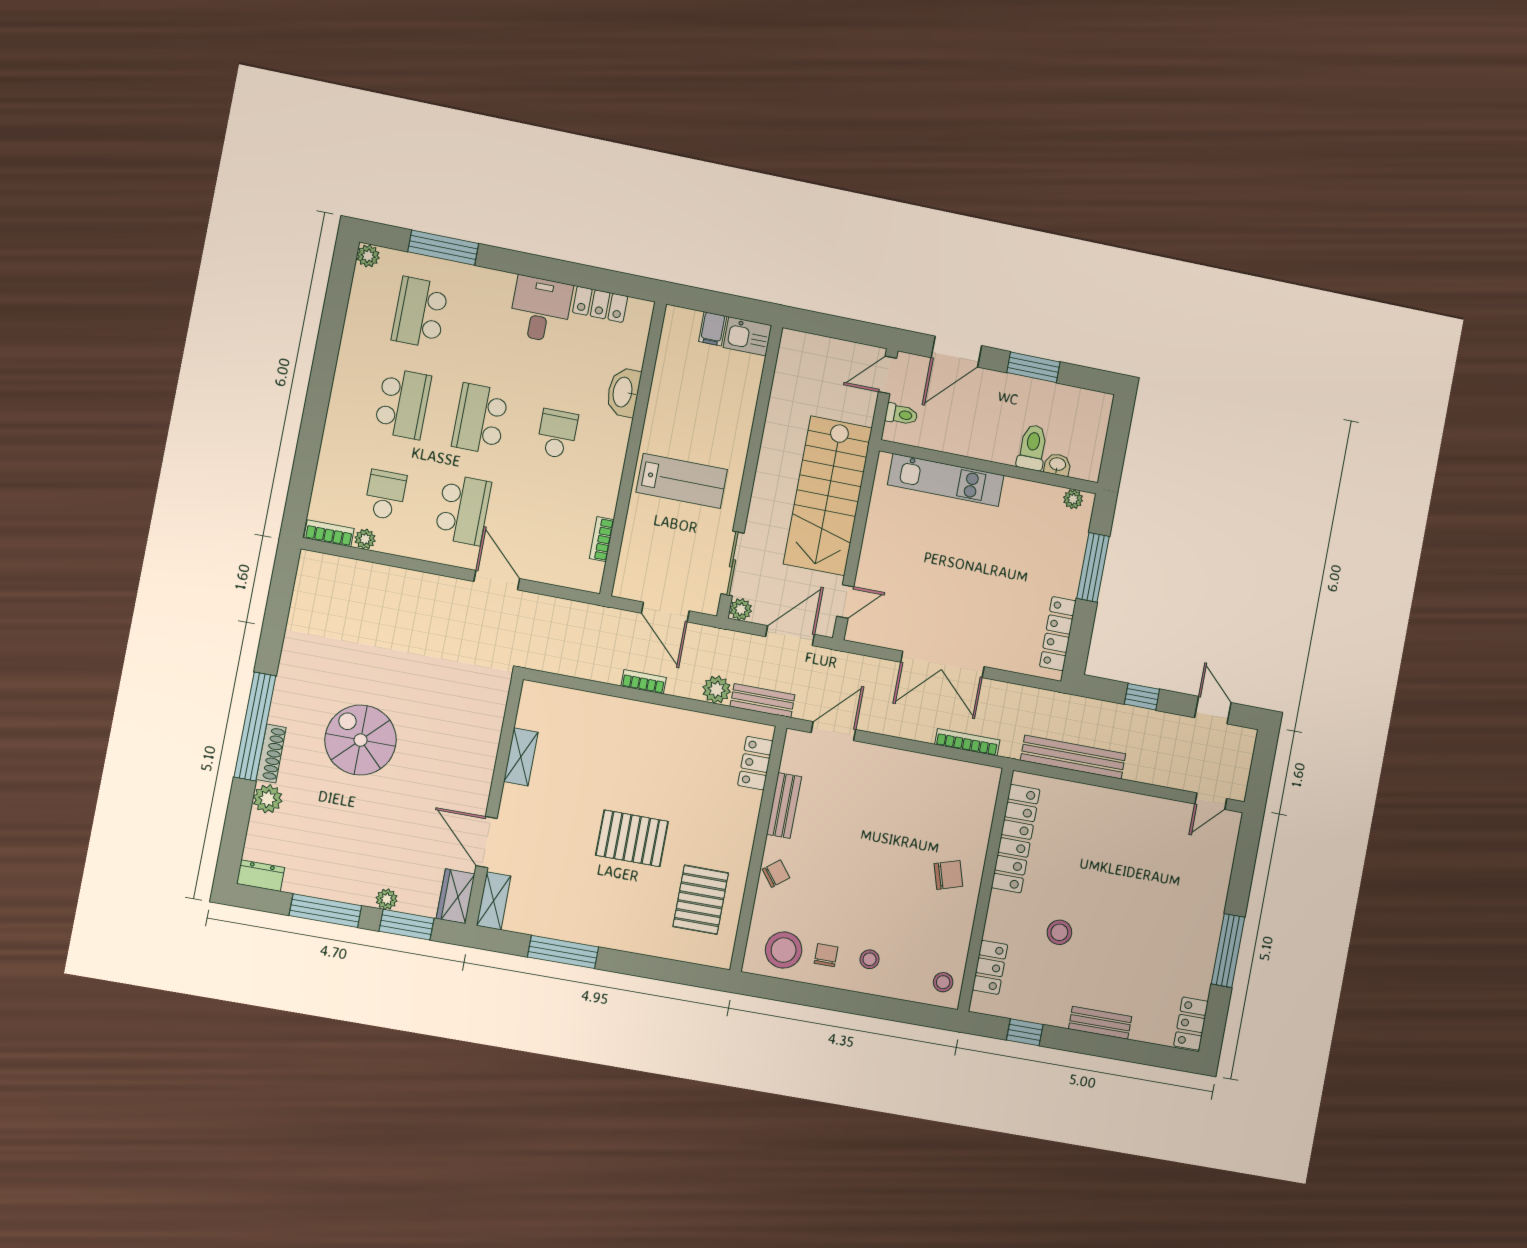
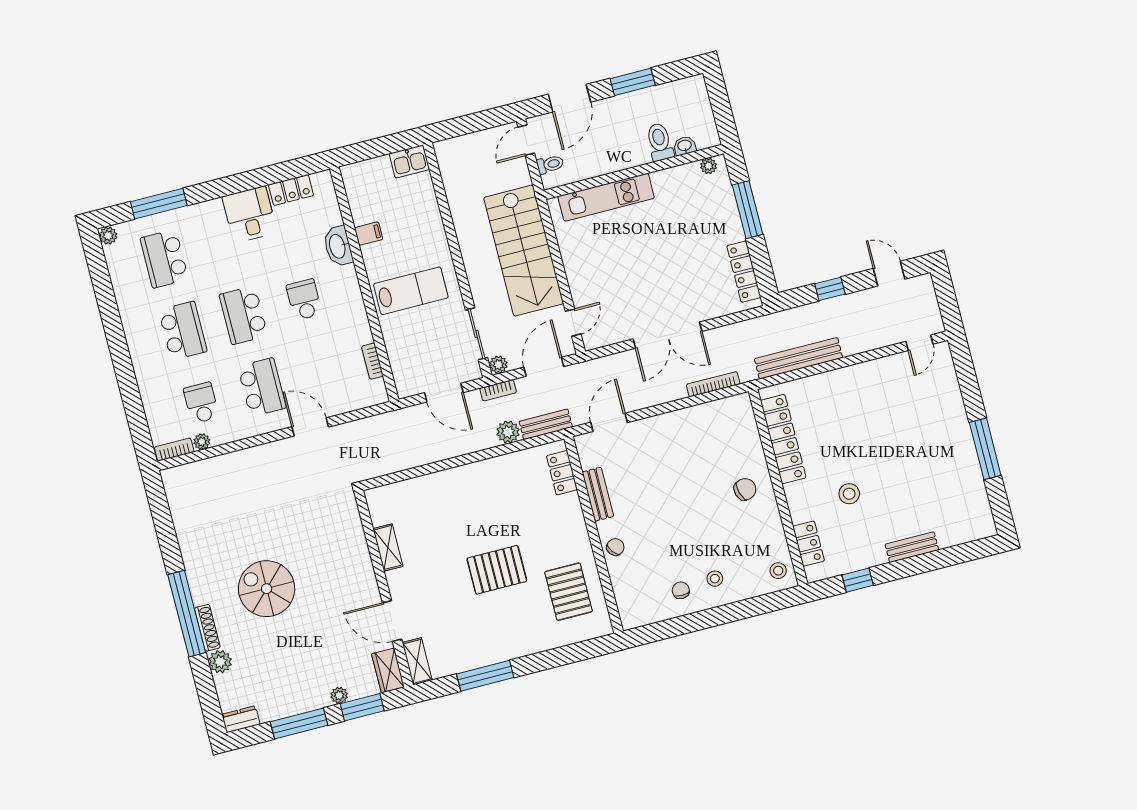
filing cabinet: (713, 329) -> (369, 234), moved, turned -90
bookcase: (644, 682) -> (498, 390), moved, turned 180
stool: (784, 950) -> (647, 601), removed
locker: (1191, 1024) -> (982, 517), removed

